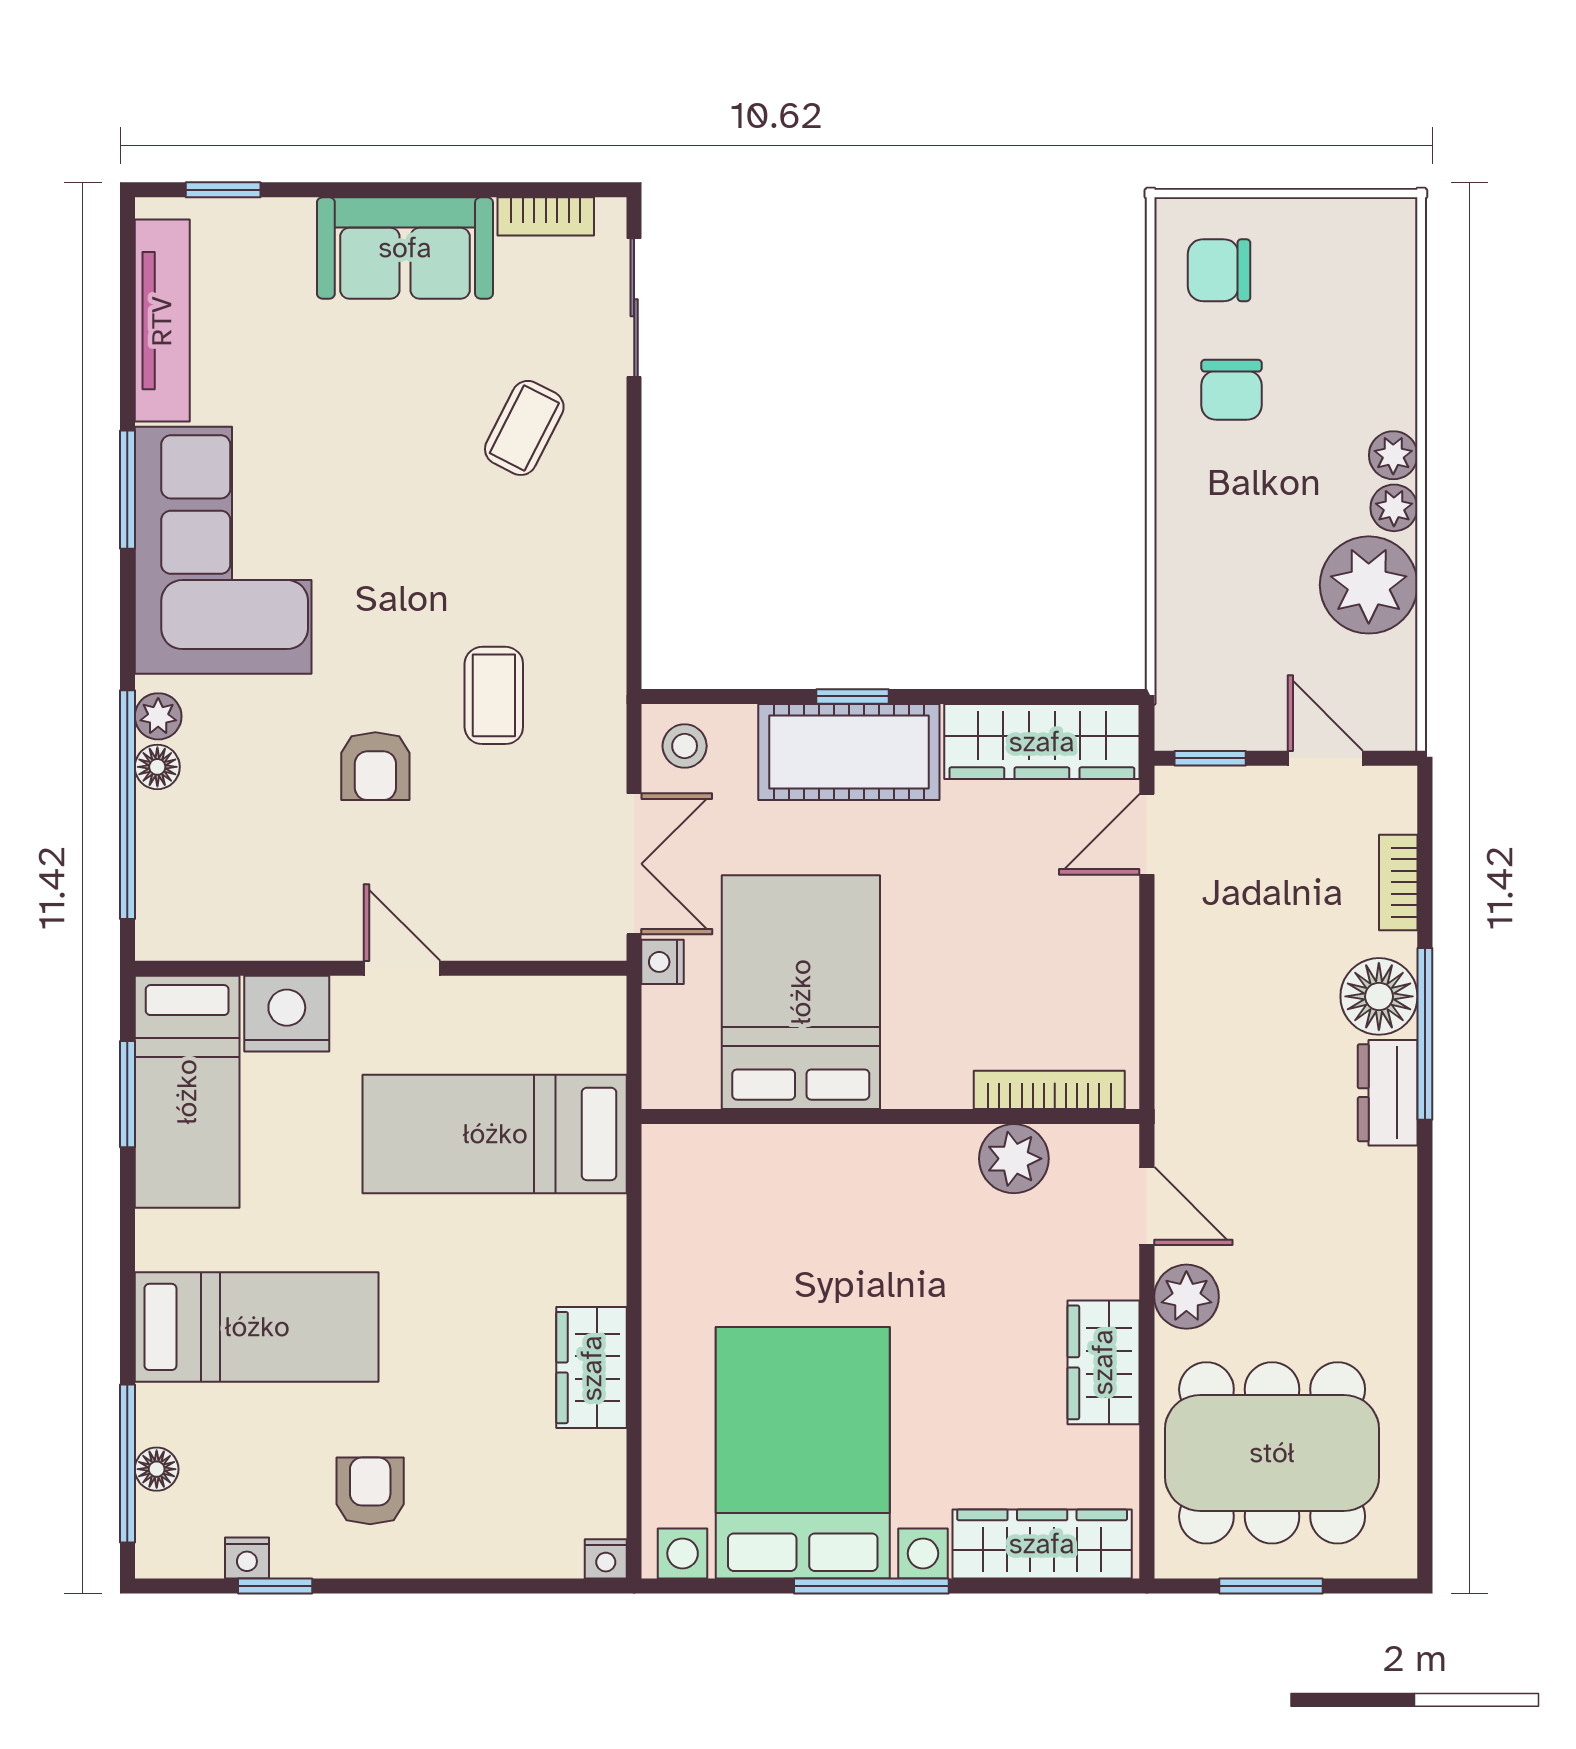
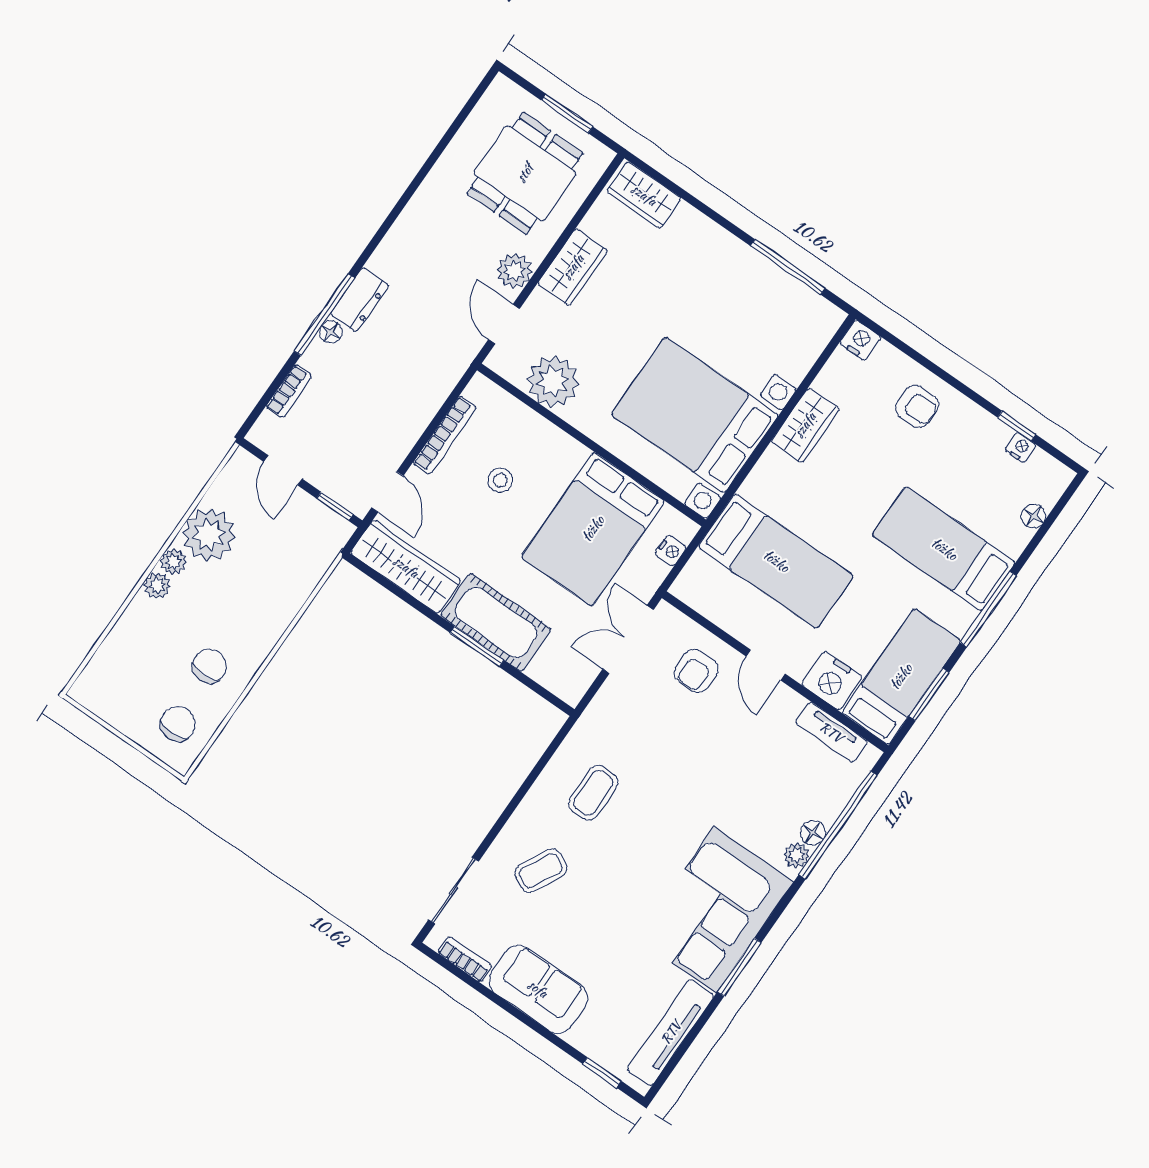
chair: (1219, 270) -> (178, 724), turned -92
coffee table: (494, 695) -> (593, 793), moved
window: (852, 696) -> (477, 646), width x1.50
stool: (685, 746) -> (500, 480), moved
armchair: (375, 766) -> (696, 671), moved, turned 180
door: (1147, 834) -> (387, 492), hinge flipped
tv unit: (234, 936) -> (831, 732), added
nightstand: (663, 962) -> (671, 551), moved
floor lamp: (1379, 996) -> (331, 332), width x0.53, depth x0.53
bookcase: (1049, 1090) -> (445, 435), moved, turned -90
plant: (1014, 1159) -> (553, 381), width x1.36, depth x1.36
bed with nightstands: (803, 1453) -> (695, 415), moved, turned 90
dining table: (1272, 1453) -> (525, 173), width x0.73
window: (127, 1463) -> (988, 609), moved
armchair: (370, 1491) -> (917, 406), moved, turned -90
wardrobe: (1042, 1544) -> (644, 195), width x0.67
nightstand: (606, 1559) -> (860, 340), width x1.39, depth x1.35
window: (871, 1586) -> (788, 267), moved

